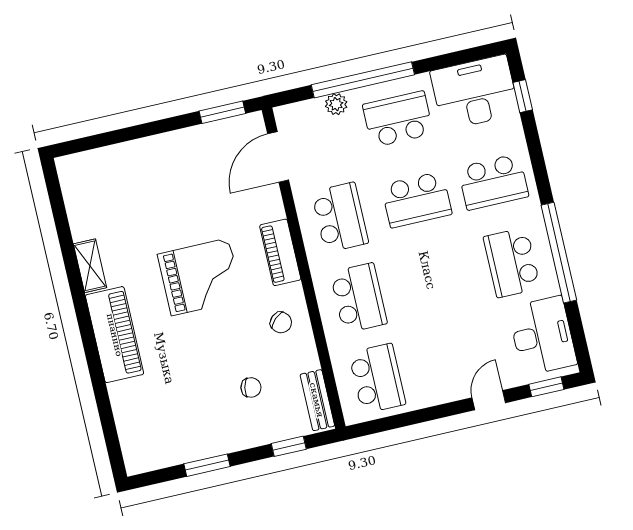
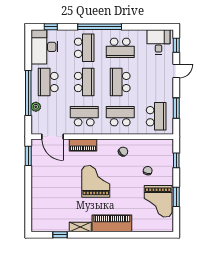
window: (62, 224) -> (60, 235), added
piano: (280, 252) -> (83, 145), moved
window: (559, 253) -> (100, 27), moved
school desk: (435, 280) -> (120, 82), added
desk: (542, 336) -> (159, 42), width x0.73
school desk: (377, 378) -> (156, 116), turned 90
bench: (317, 400) -> (160, 144), removed
door: (489, 400) -> (176, 71), swing flipped
window: (406, 419) -> (176, 108), added
grand piano: (188, 427) -> (158, 201), added

